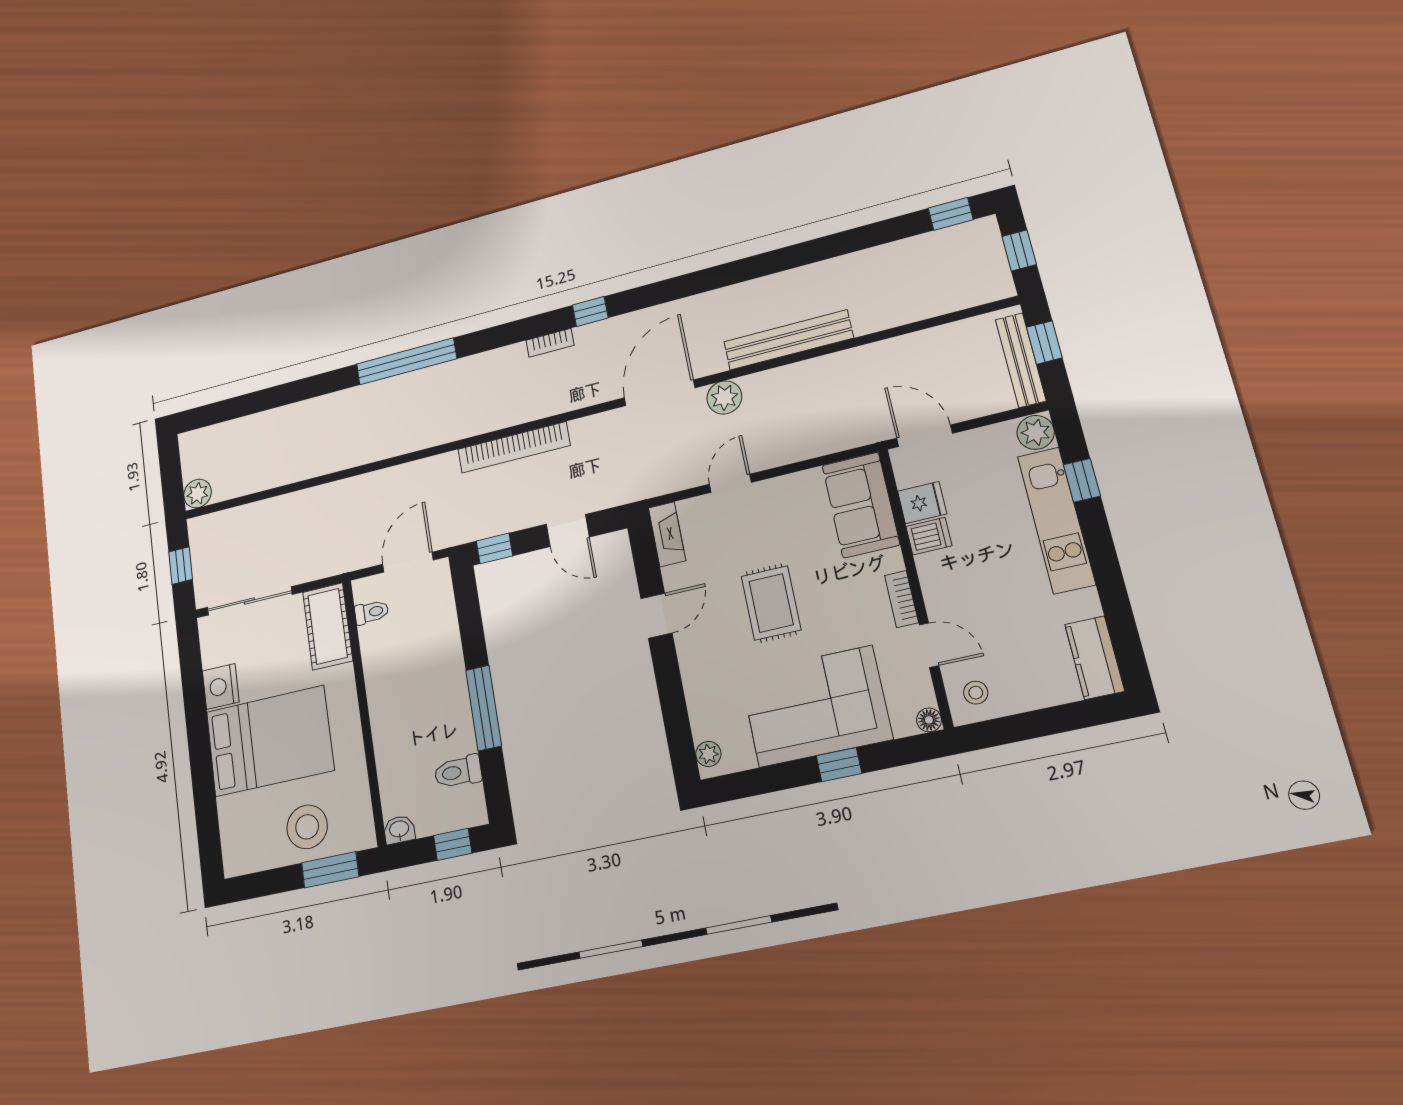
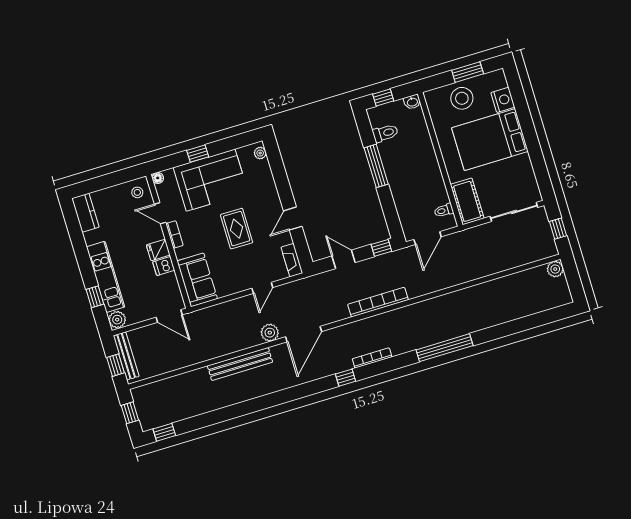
bookcase: (550, 343) -> (372, 358), width x1.56
fridge: (922, 503) -> (158, 250), moved
nightstand: (221, 686) -> (503, 100), moved
window: (330, 870) -> (468, 72), moved

